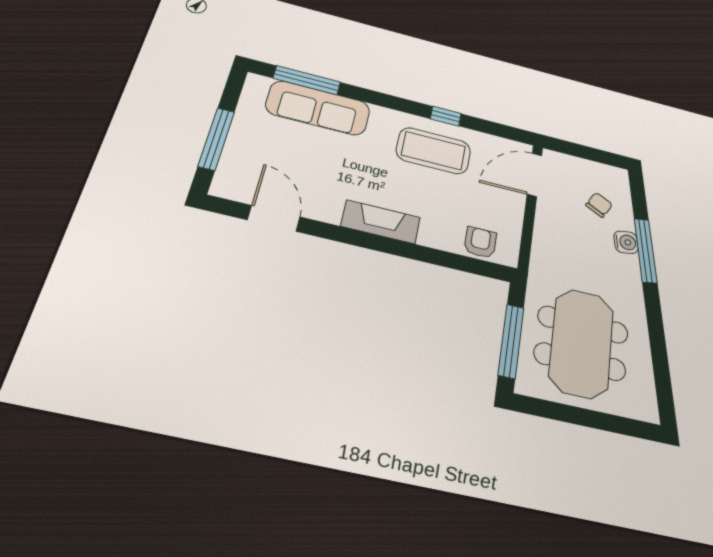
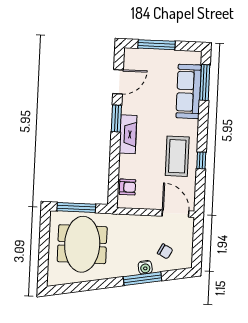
window: (347, 236) -> (116, 118), added
meeting table: (581, 343) -> (82, 244), turned 90

